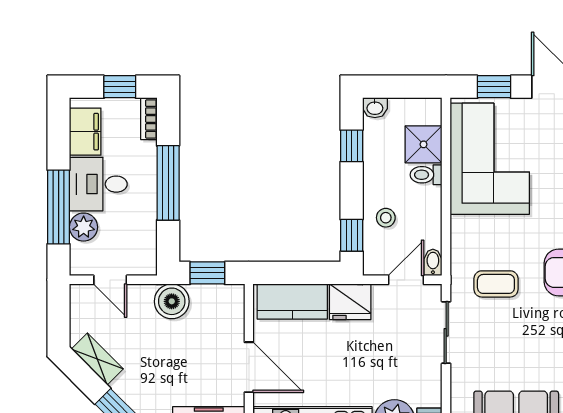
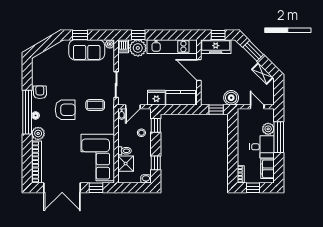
window: (168, 183) -> (233, 147), removed

